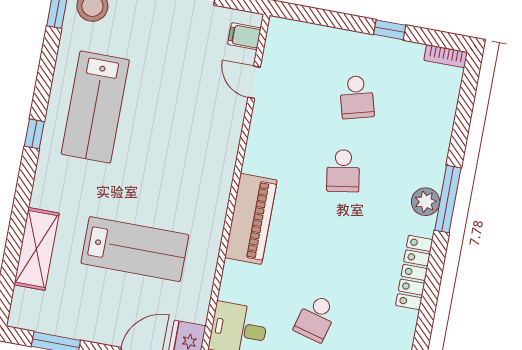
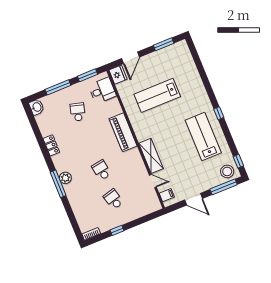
shelving: (37, 249) -> (151, 156), moved
locker: (414, 272) -> (51, 145), width x0.66

